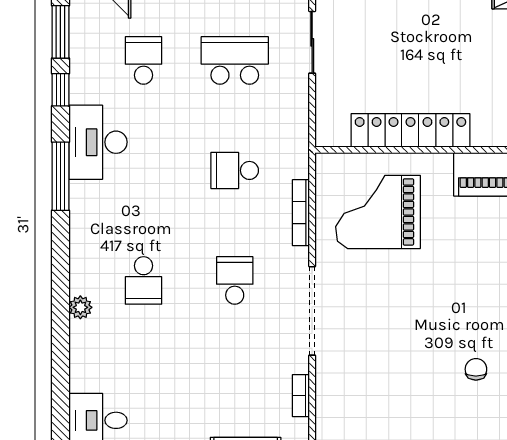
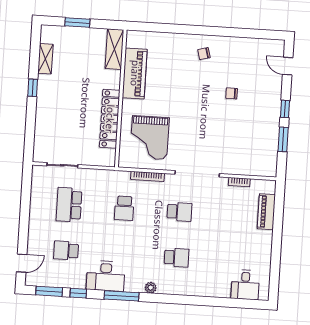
school desk: (235, 280) -> (179, 212), turned 180
plant: (80, 307) -> (151, 288), moved

